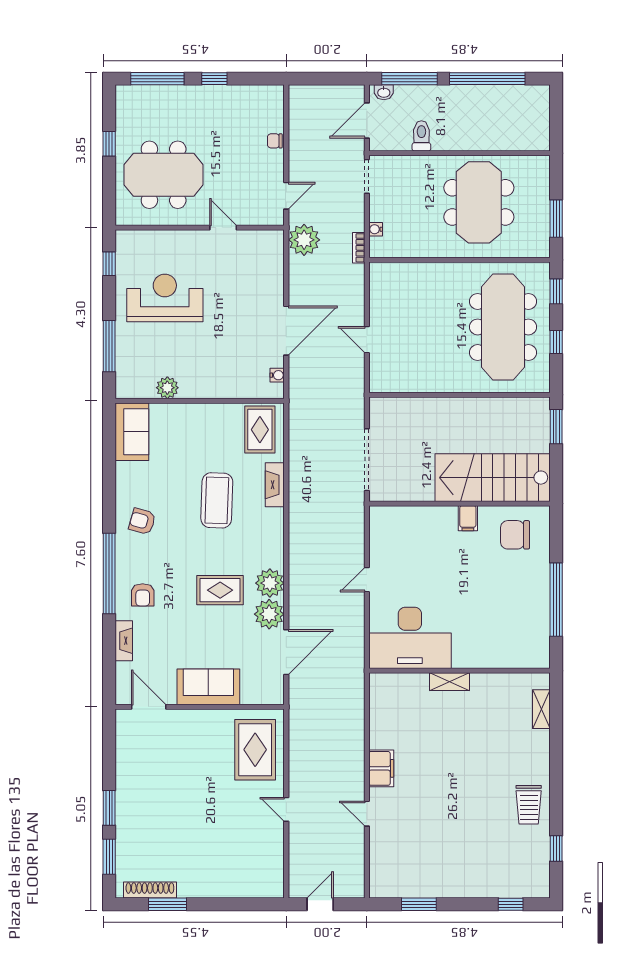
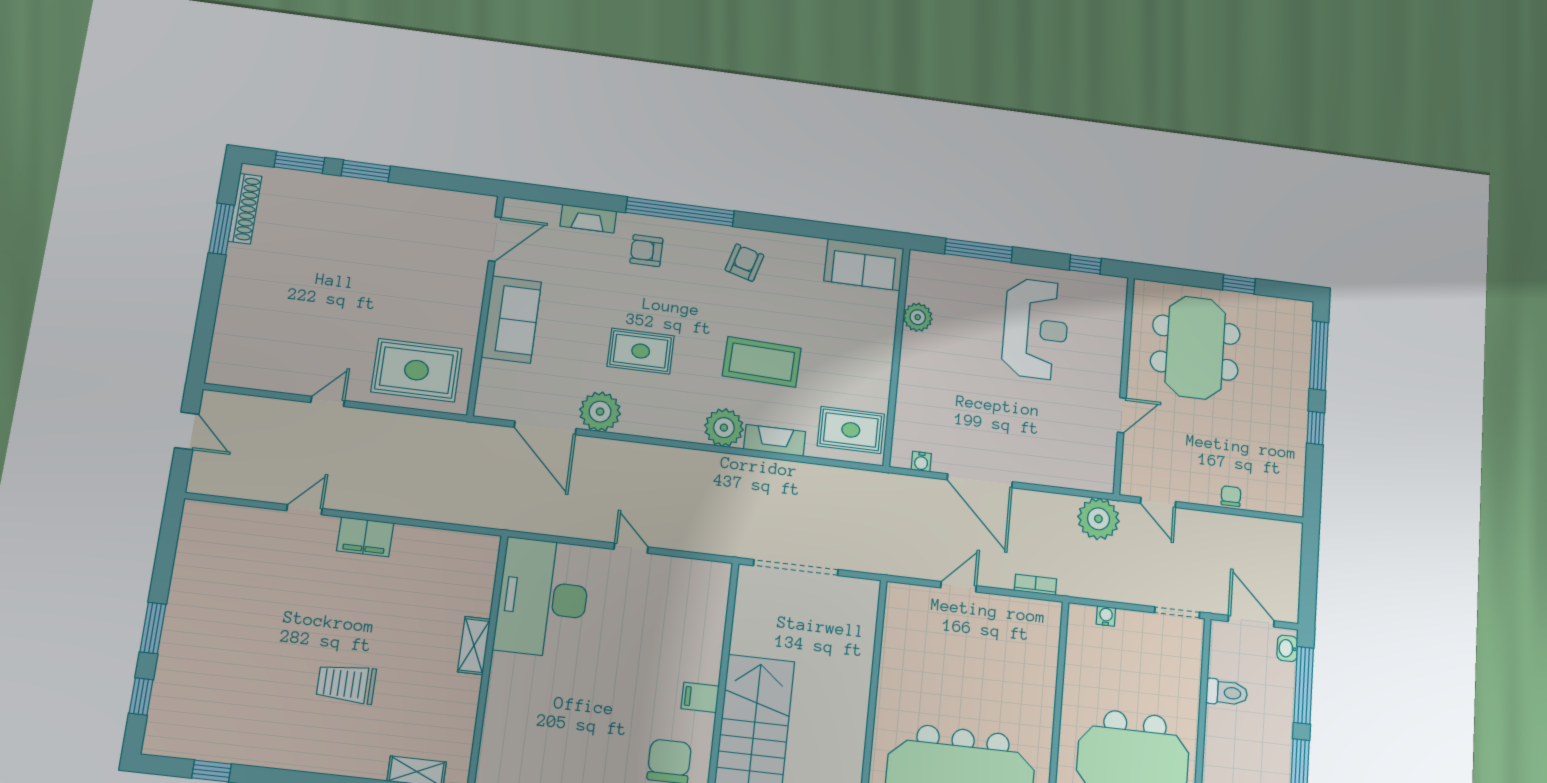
bookcase: (359, 248) -> (1035, 585), moved
plant: (270, 583) -> (724, 428), moved
rug: (220, 590) -> (641, 351), turned 90
trolley: (529, 805) -> (346, 684), moved
window: (419, 904) -> (153, 628), moved

